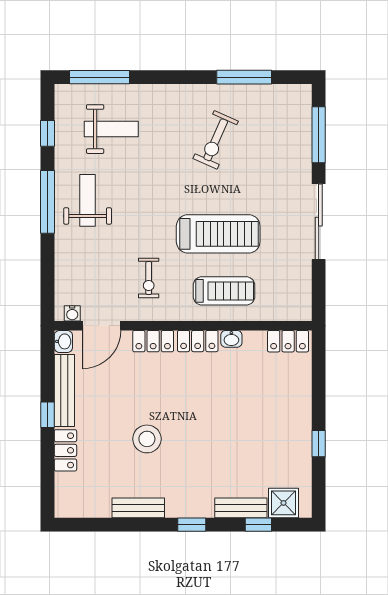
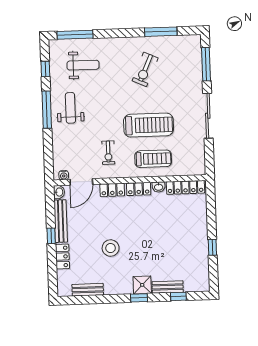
locker: (288, 341) -> (185, 187), width x1.53
shower: (284, 503) -> (142, 285), moved
bench: (138, 508) -> (88, 290), moved

